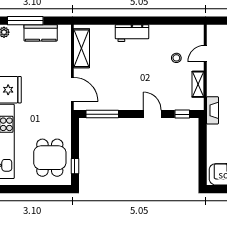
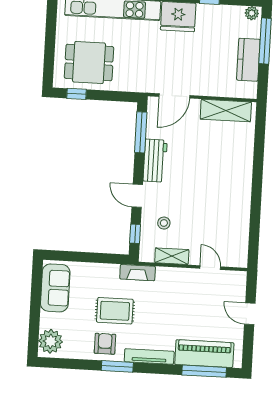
workbench: (132, 33) -> (155, 161), moved, turned 180
stool: (176, 58) -> (164, 223), moved
door: (152, 114) -> (137, 196), swing flipped

